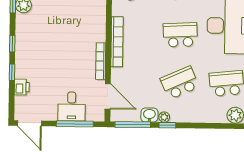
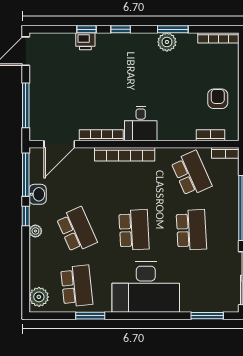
printer: (22, 87) -> (85, 41), moved
desk: (72, 107) -> (141, 123), moved, turned -90
plant: (164, 117) -> (35, 231), moved

